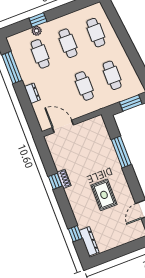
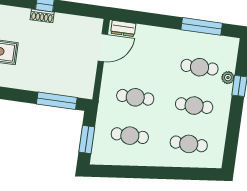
dresser: (32, 93) -> (123, 28), moved
window: (121, 152) -> (57, 101), moved

